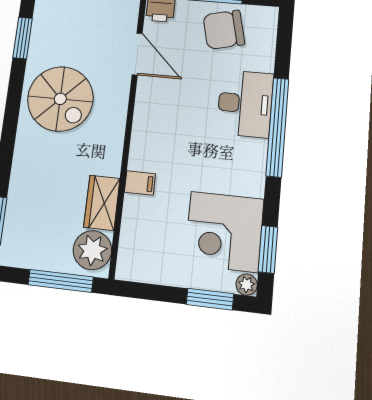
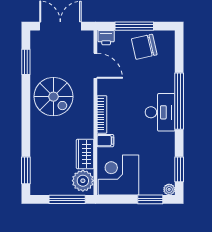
desk: (245, 104) -> (160, 112), moved
bookcase: (139, 137) -> (102, 114), added
corner desk: (224, 232) -> (119, 175), moved, turned 90

